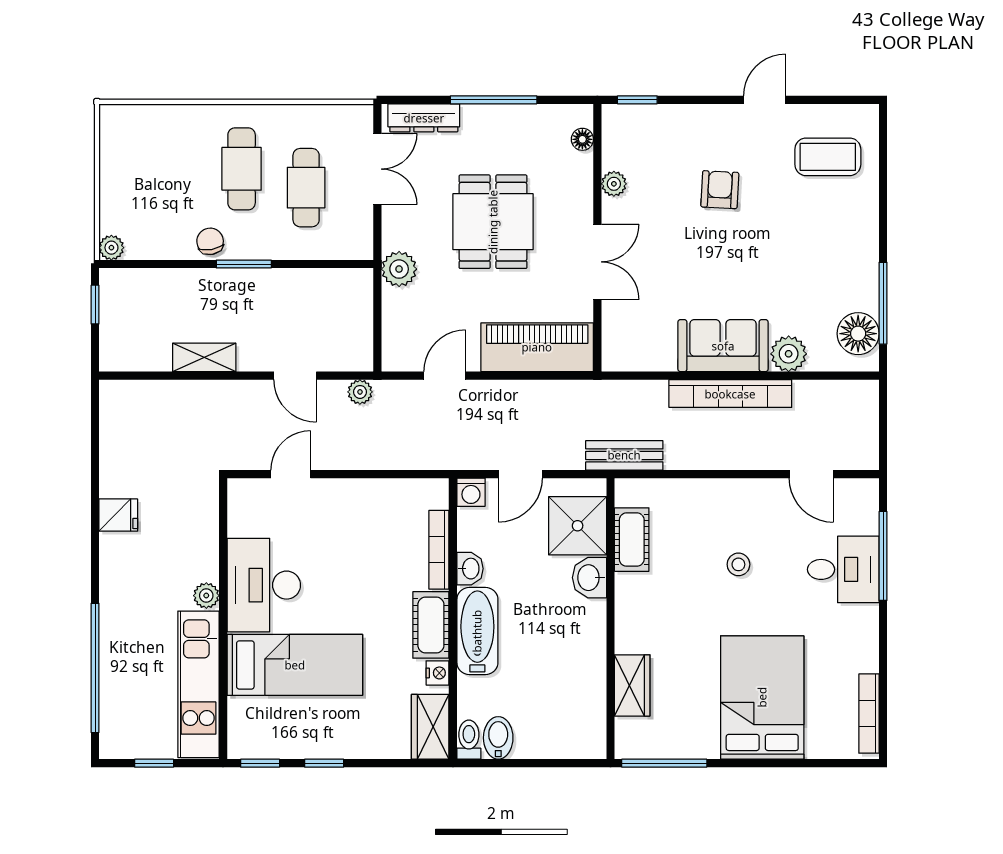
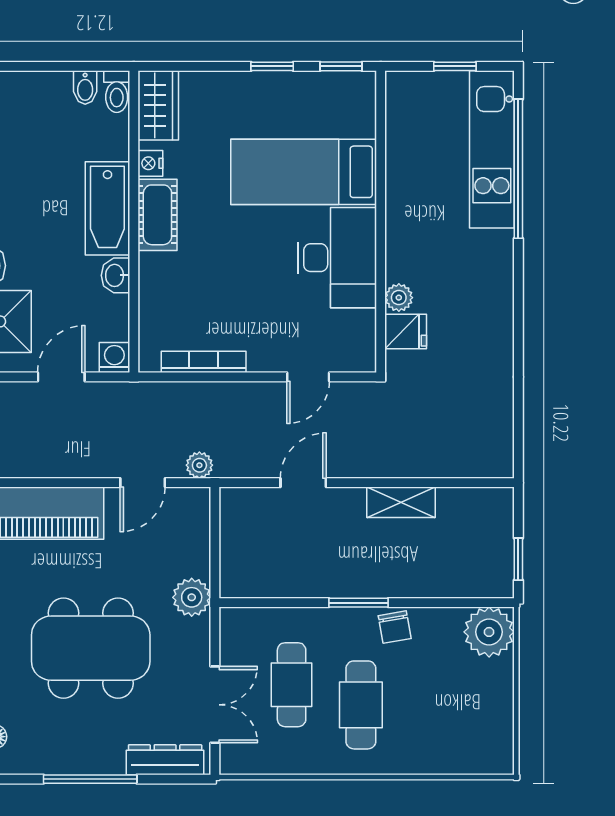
double door: (377, 169) -> (215, 705), swing flipped
dining table: (493, 222) -> (91, 648), width x1.38
plant: (111, 248) -> (489, 632), width x1.87, depth x1.87
door: (295, 376) -> (303, 483), hinge flipped
plant: (360, 392) -> (199, 465), moved
fridge: (118, 515) -> (406, 332), moved, turned 180
bookcase: (439, 550) -> (204, 362), moved, turned -90
plant: (206, 596) -> (399, 298), moved
kitchen unit: (198, 684) -> (492, 149), moved, turned 180
bidet: (498, 738) -> (85, 88), width x0.72, depth x0.74

